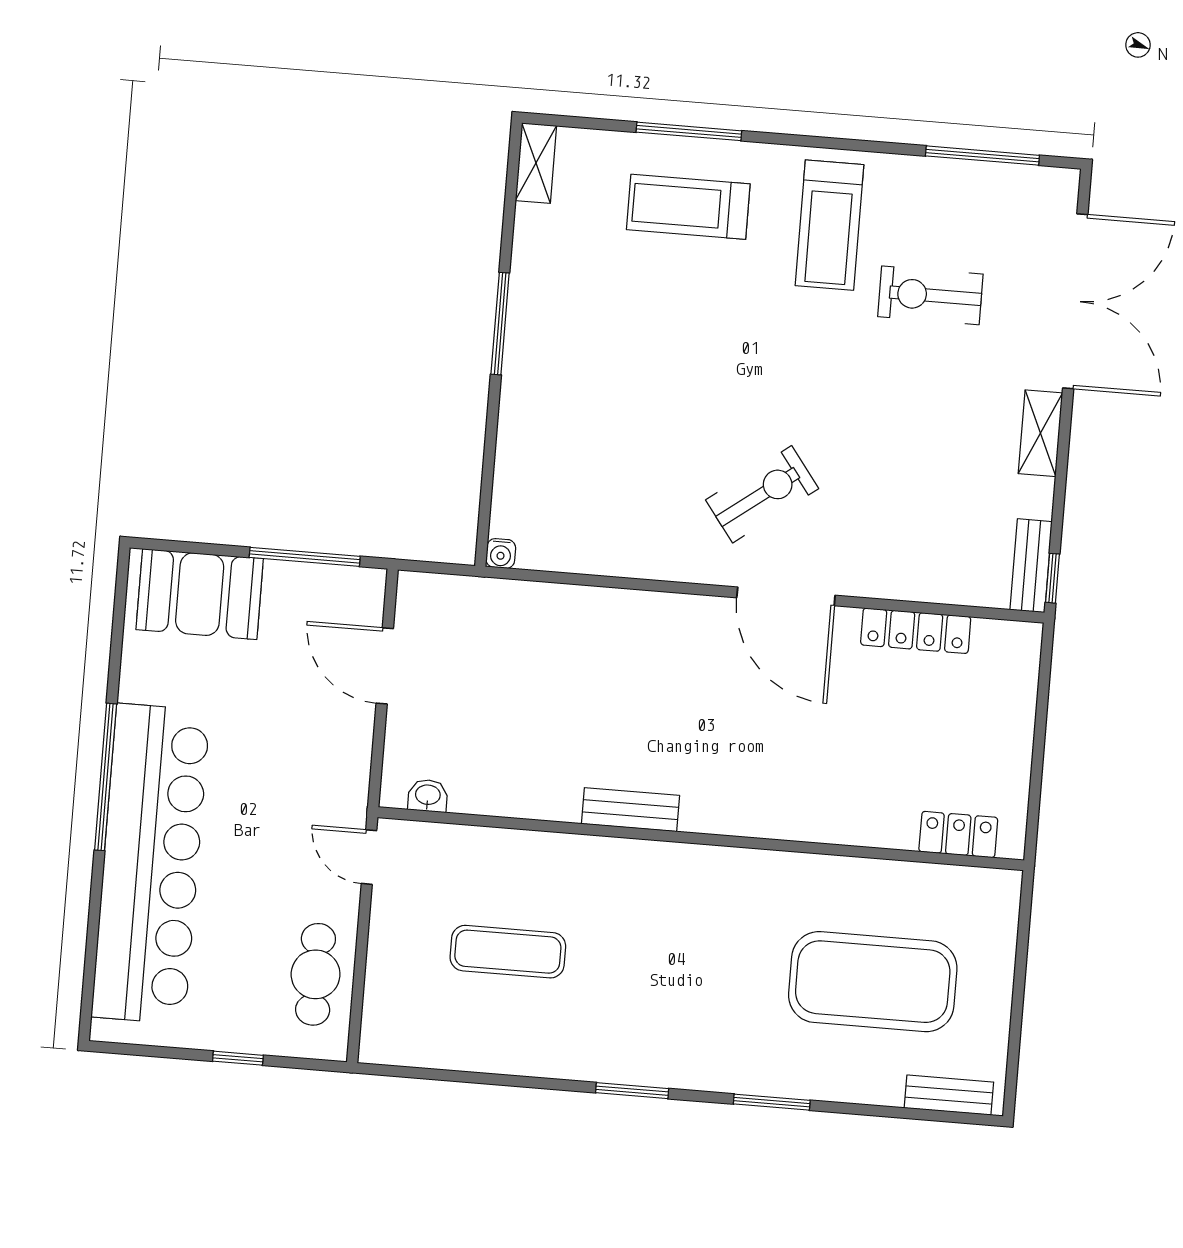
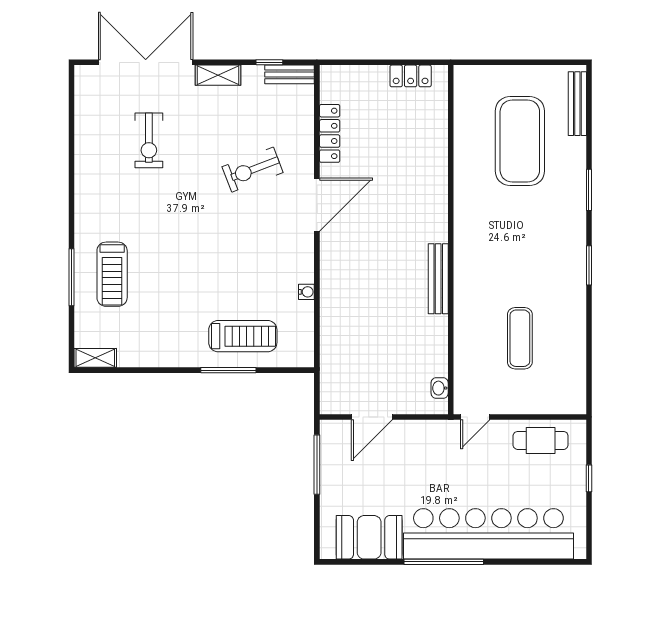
window: (982, 156) -> (72, 119), removed
treadmill: (829, 225) -> (243, 336), moved
window: (500, 324) -> (228, 370), moved
exercise bike: (762, 494) -> (253, 170), moved, turned -74
water cooler: (501, 553) -> (306, 292), moved
window: (1053, 578) -> (269, 62), moved
booth: (200, 594) -> (369, 537), moved, turned 90
bench: (630, 810) -> (438, 279), width x1.36
locker: (958, 835) -> (411, 76), moved, turned -90
bench: (949, 1095) -> (577, 104), width x1.36

